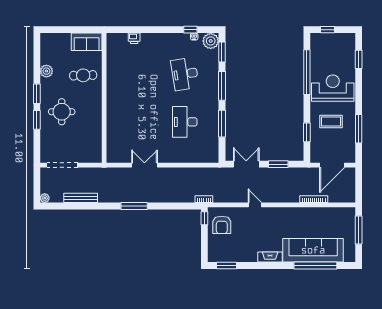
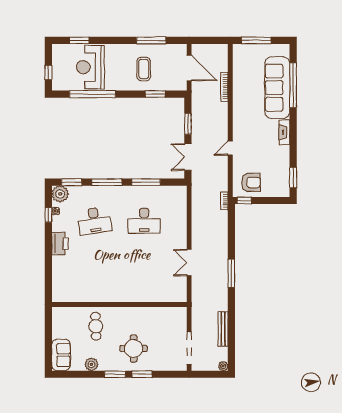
printer: (134, 38) -> (60, 244), moved, width x1.87, depth x1.48
sofa: (87, 42) -> (61, 355), moved
reception desk: (333, 88) -> (90, 67), moved

